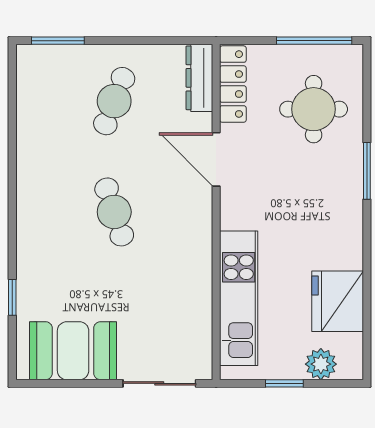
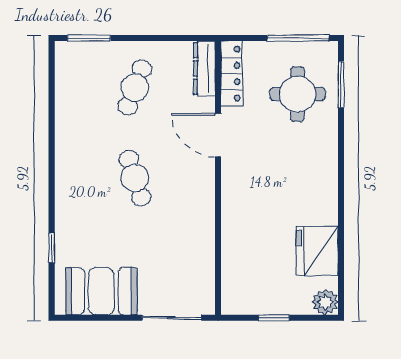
window: (367, 171) -> (341, 85), moved
kitchen unit: (239, 298) -> (236, 248), removed
plant: (321, 364) -> (325, 302), moved

